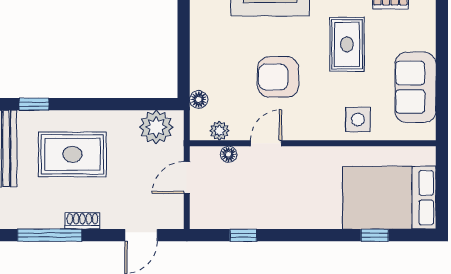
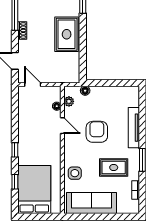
sofa: (415, 87) -> (91, 203), width x1.36
plant: (156, 127) -> (71, 69), removed
rug: (72, 154) -> (67, 34), moved
door: (187, 177) -> (33, 85), moved
window: (243, 235) -> (15, 150), moved

